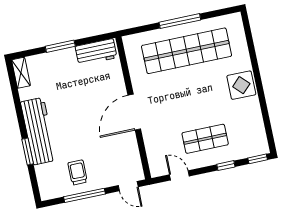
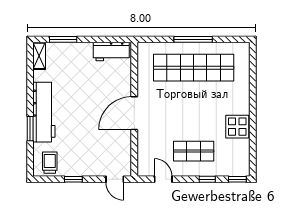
window: (60, 46) -> (63, 39), moved
display table: (241, 85) -> (237, 127), moved
trolley: (78, 172) -> (50, 163), moved
window: (85, 195) -> (73, 179), width x0.46

